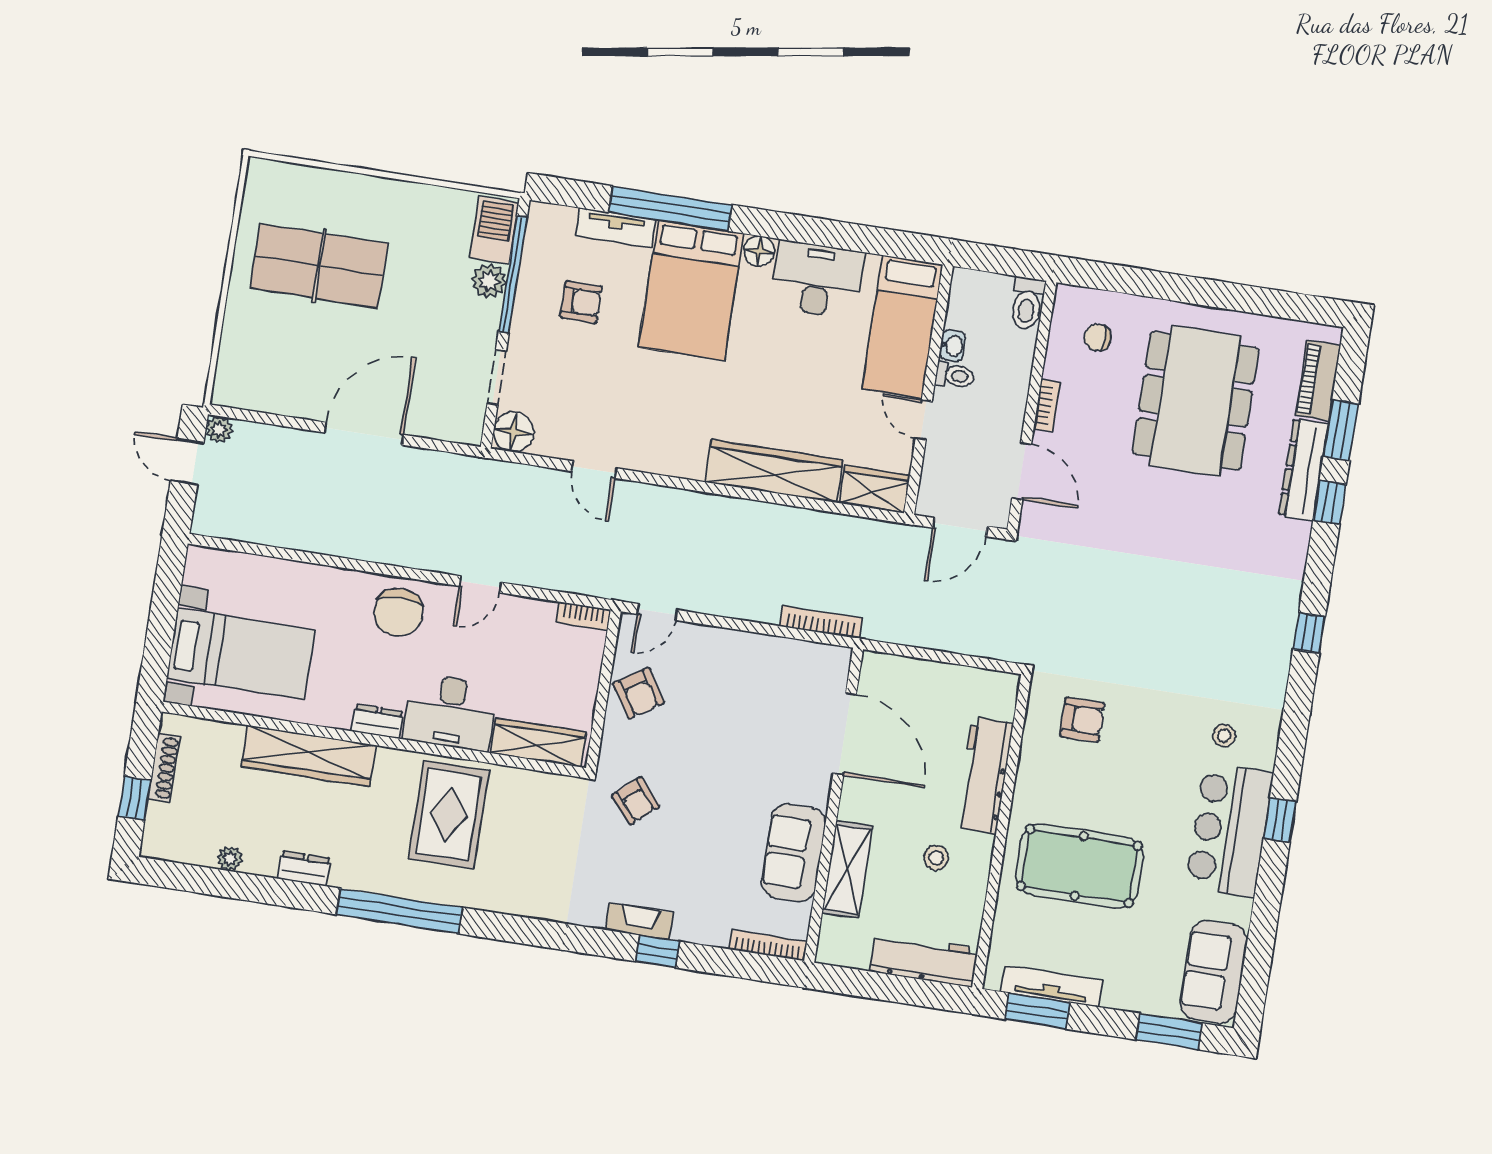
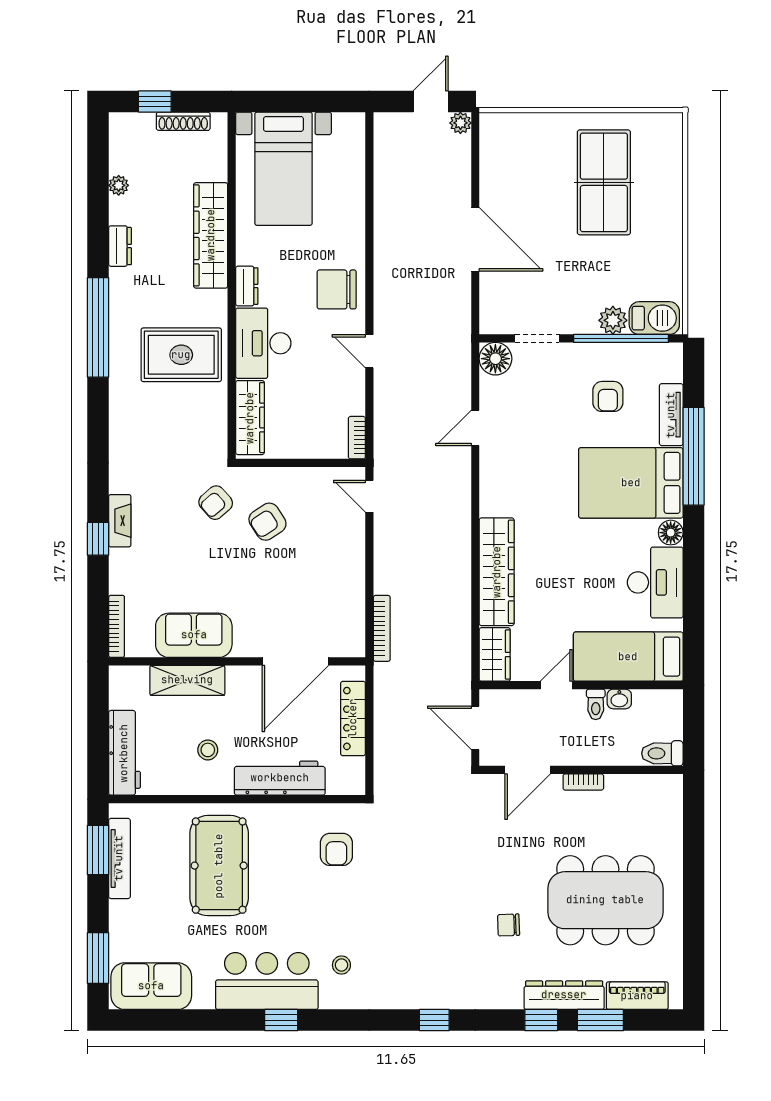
chair: (1098, 337) -> (509, 925), moved, turned -92
locker: (925, 674) -> (353, 718), added
armchair: (639, 693) -> (267, 522), moved

